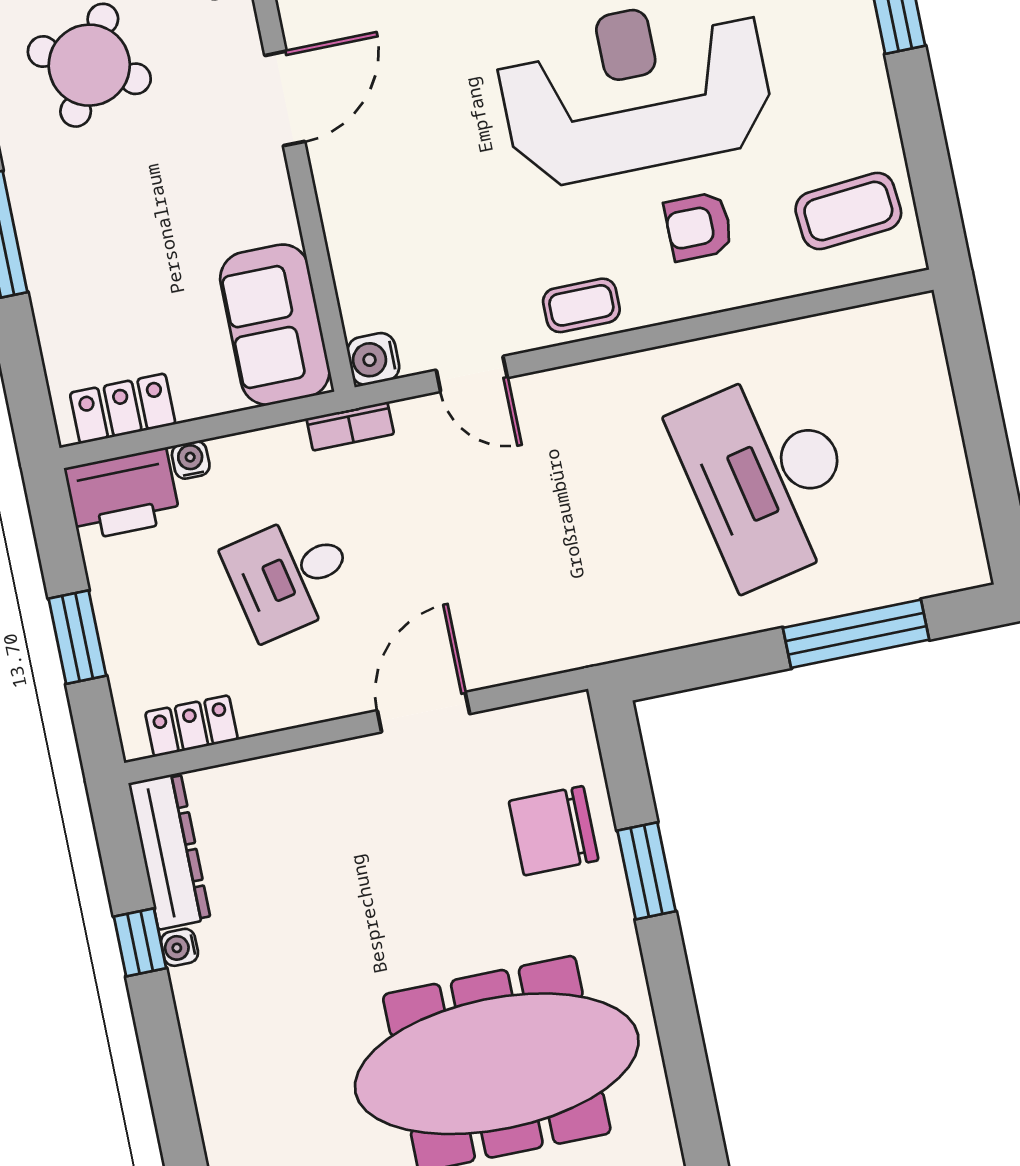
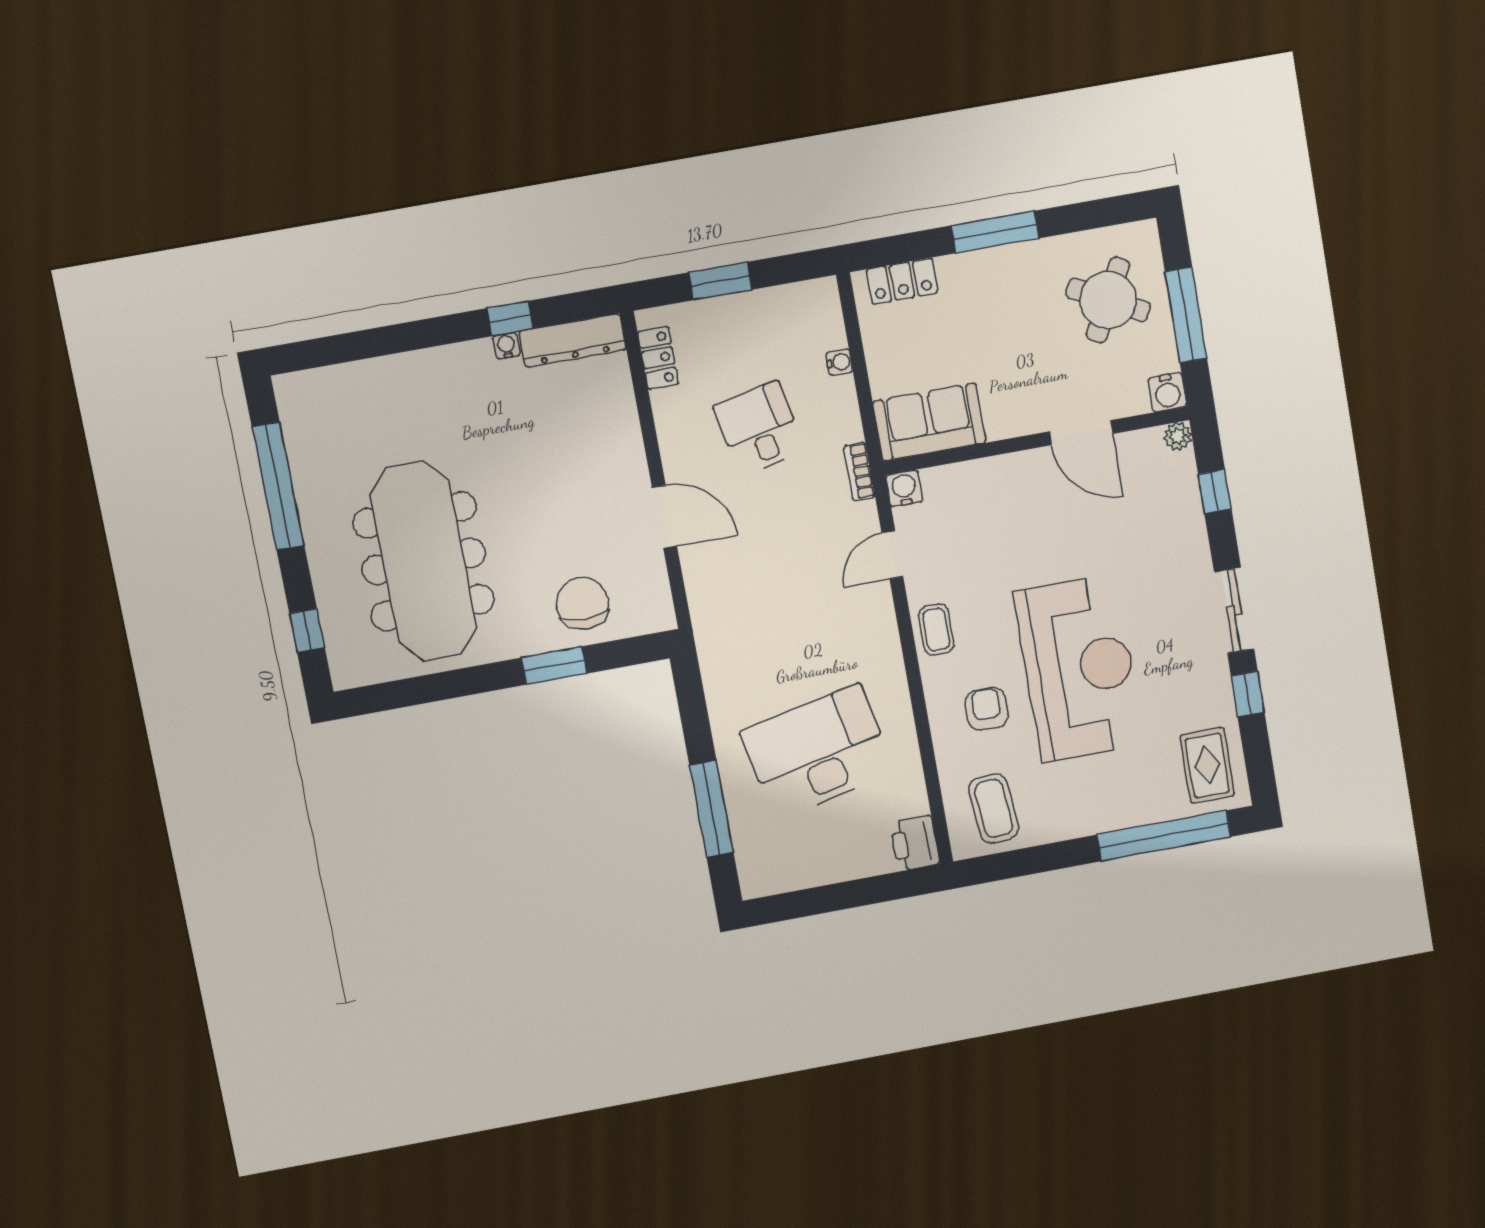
locker: (123, 409) -> (902, 281), moved, turned 90
printer: (122, 494) -> (915, 843), moved, width x0.73, depth x0.84

